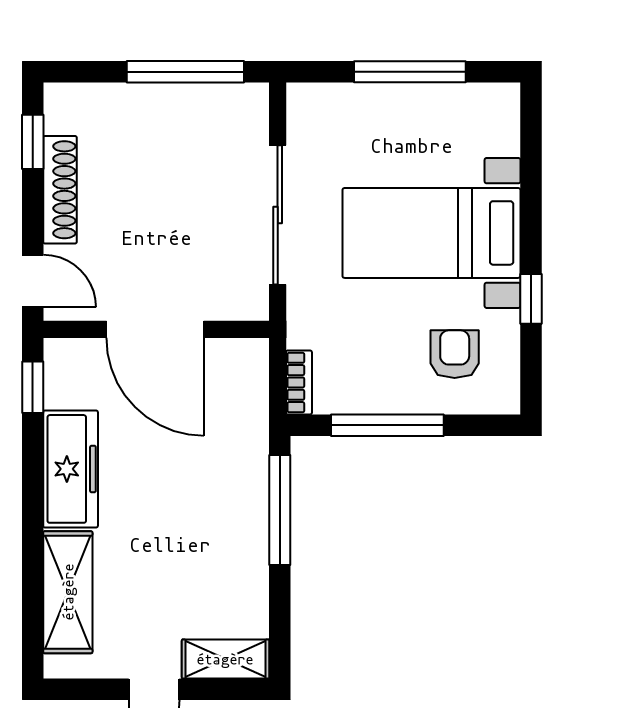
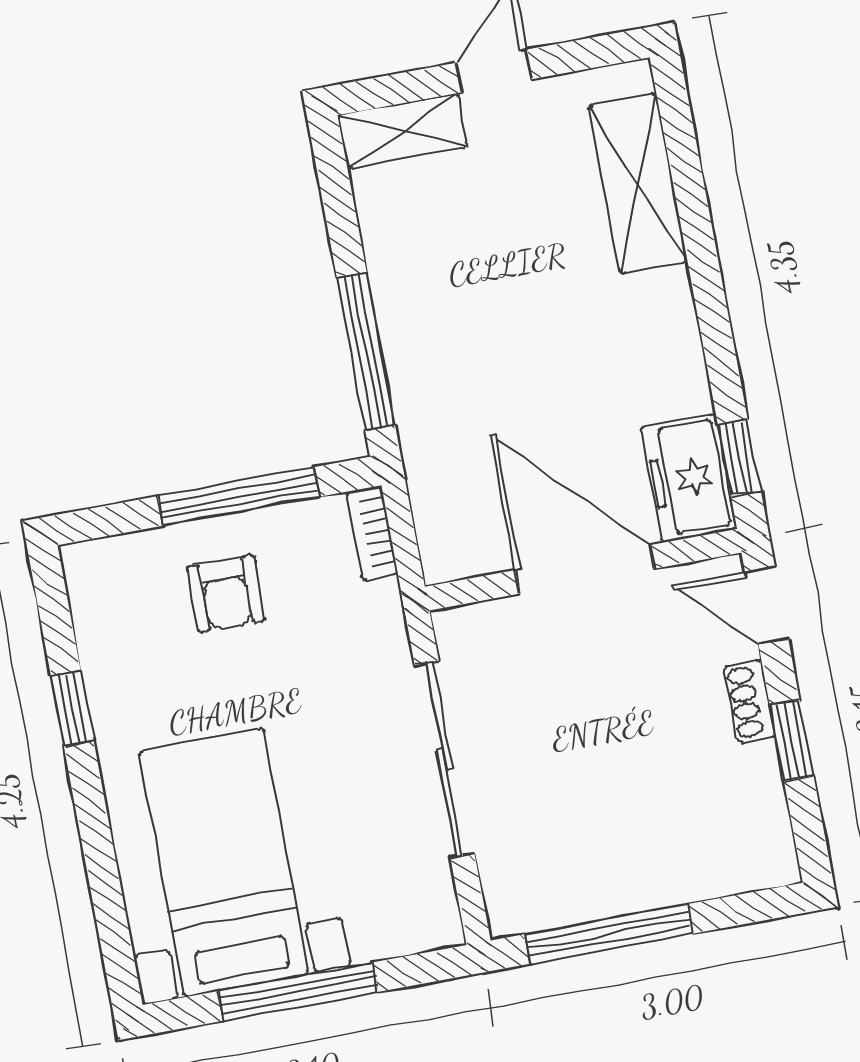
window: (33, 142) -> (792, 741), moved
shoe rack: (60, 190) -> (750, 701), width x0.51, depth x0.81
bed with nightstands: (431, 233) -> (224, 863), moved, turned -90
armchair: (455, 354) -> (226, 594), moved
freezer: (71, 469) -> (689, 478), moved, width x0.71

